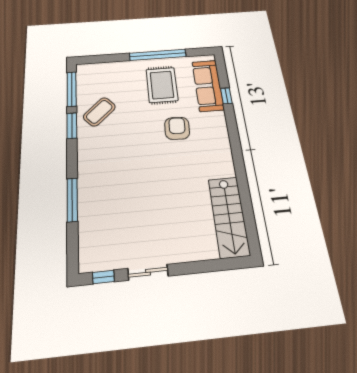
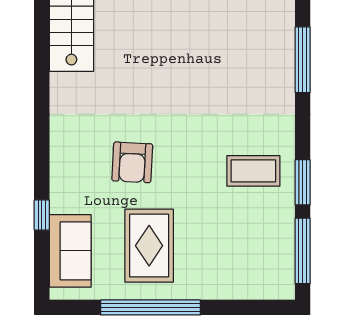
sofa: (208, 85) -> (70, 251), width x0.73
coffee table: (99, 112) -> (253, 171), moved, turned 43

